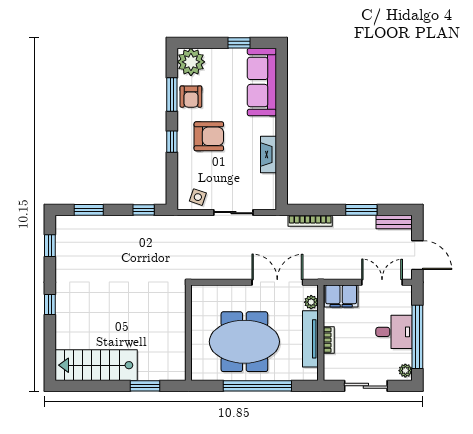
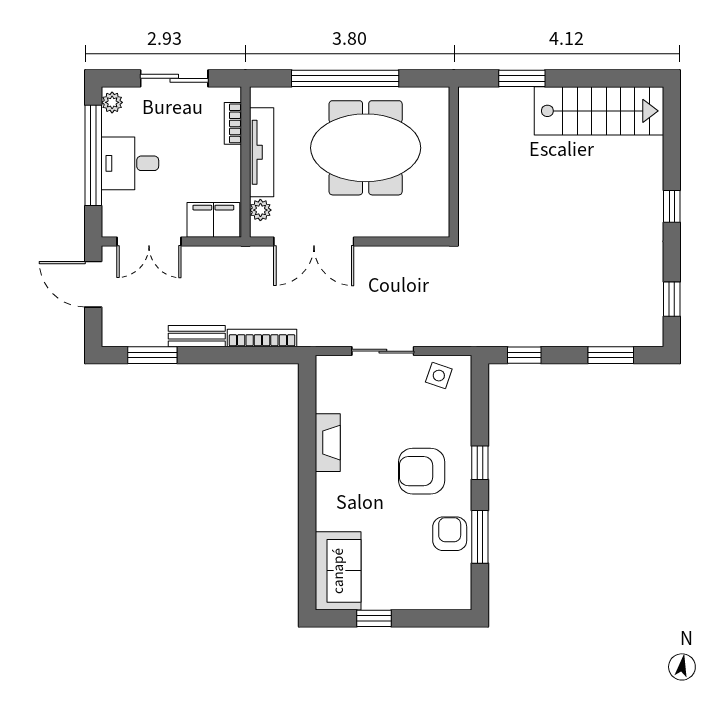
plant: (191, 62) -> (450, 588), removed
sofa: (262, 82) -> (338, 571), width x0.73
window: (361, 210) -> (152, 355), moved
bench: (394, 222) -> (197, 336), moved
bookcase: (329, 340) -> (233, 123), moved

